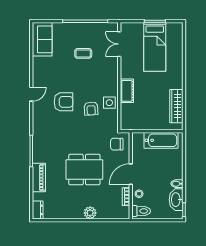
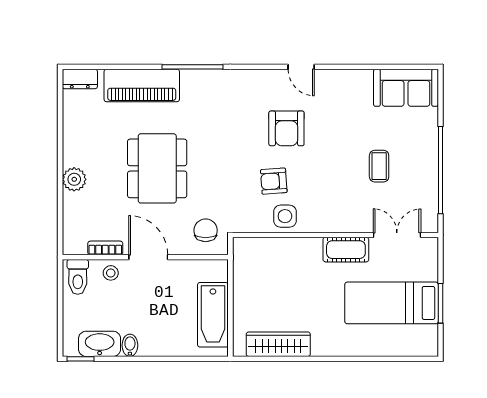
cot: (127, 91) -> (346, 250), moved
piano: (39, 178) -> (142, 85), width x1.37, depth x1.33

